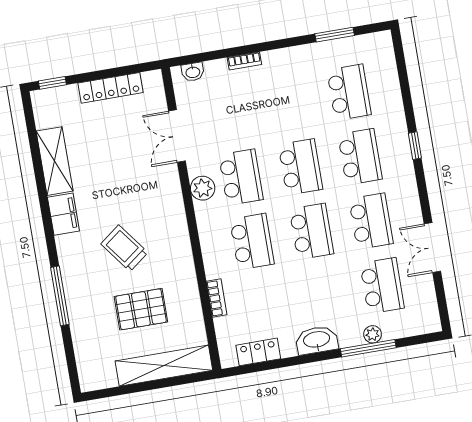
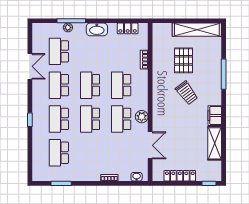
pallet: (141, 309) -> (184, 60), turned 90
shelving: (164, 366) -> (197, 30), moved

